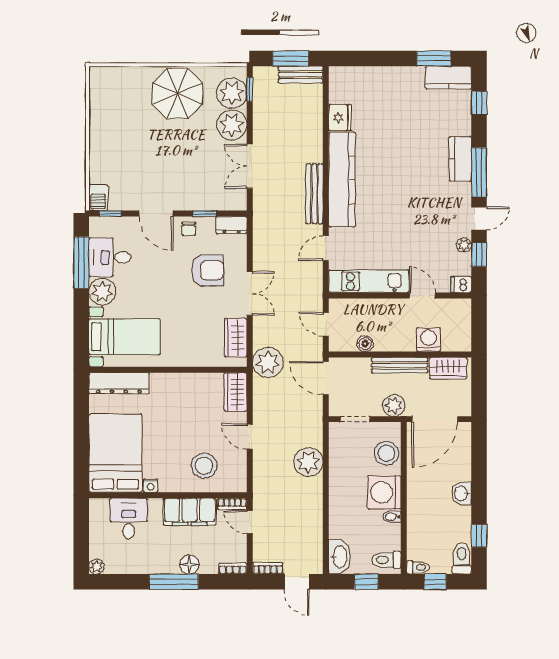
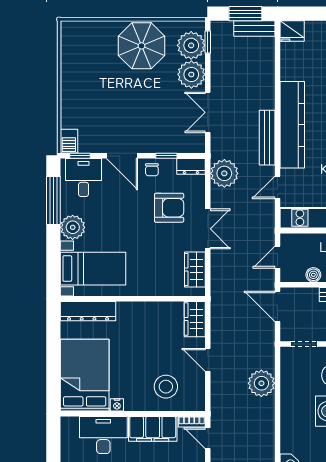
fridge: (340, 118) -> (292, 31), moved, turned 90
desk: (110, 257) -> (84, 178), moved, turned 90
door: (326, 324) -> (277, 257), hinge flipped
plant: (268, 362) -> (224, 173), moved
desk: (129, 519) -> (103, 435), width x1.37

